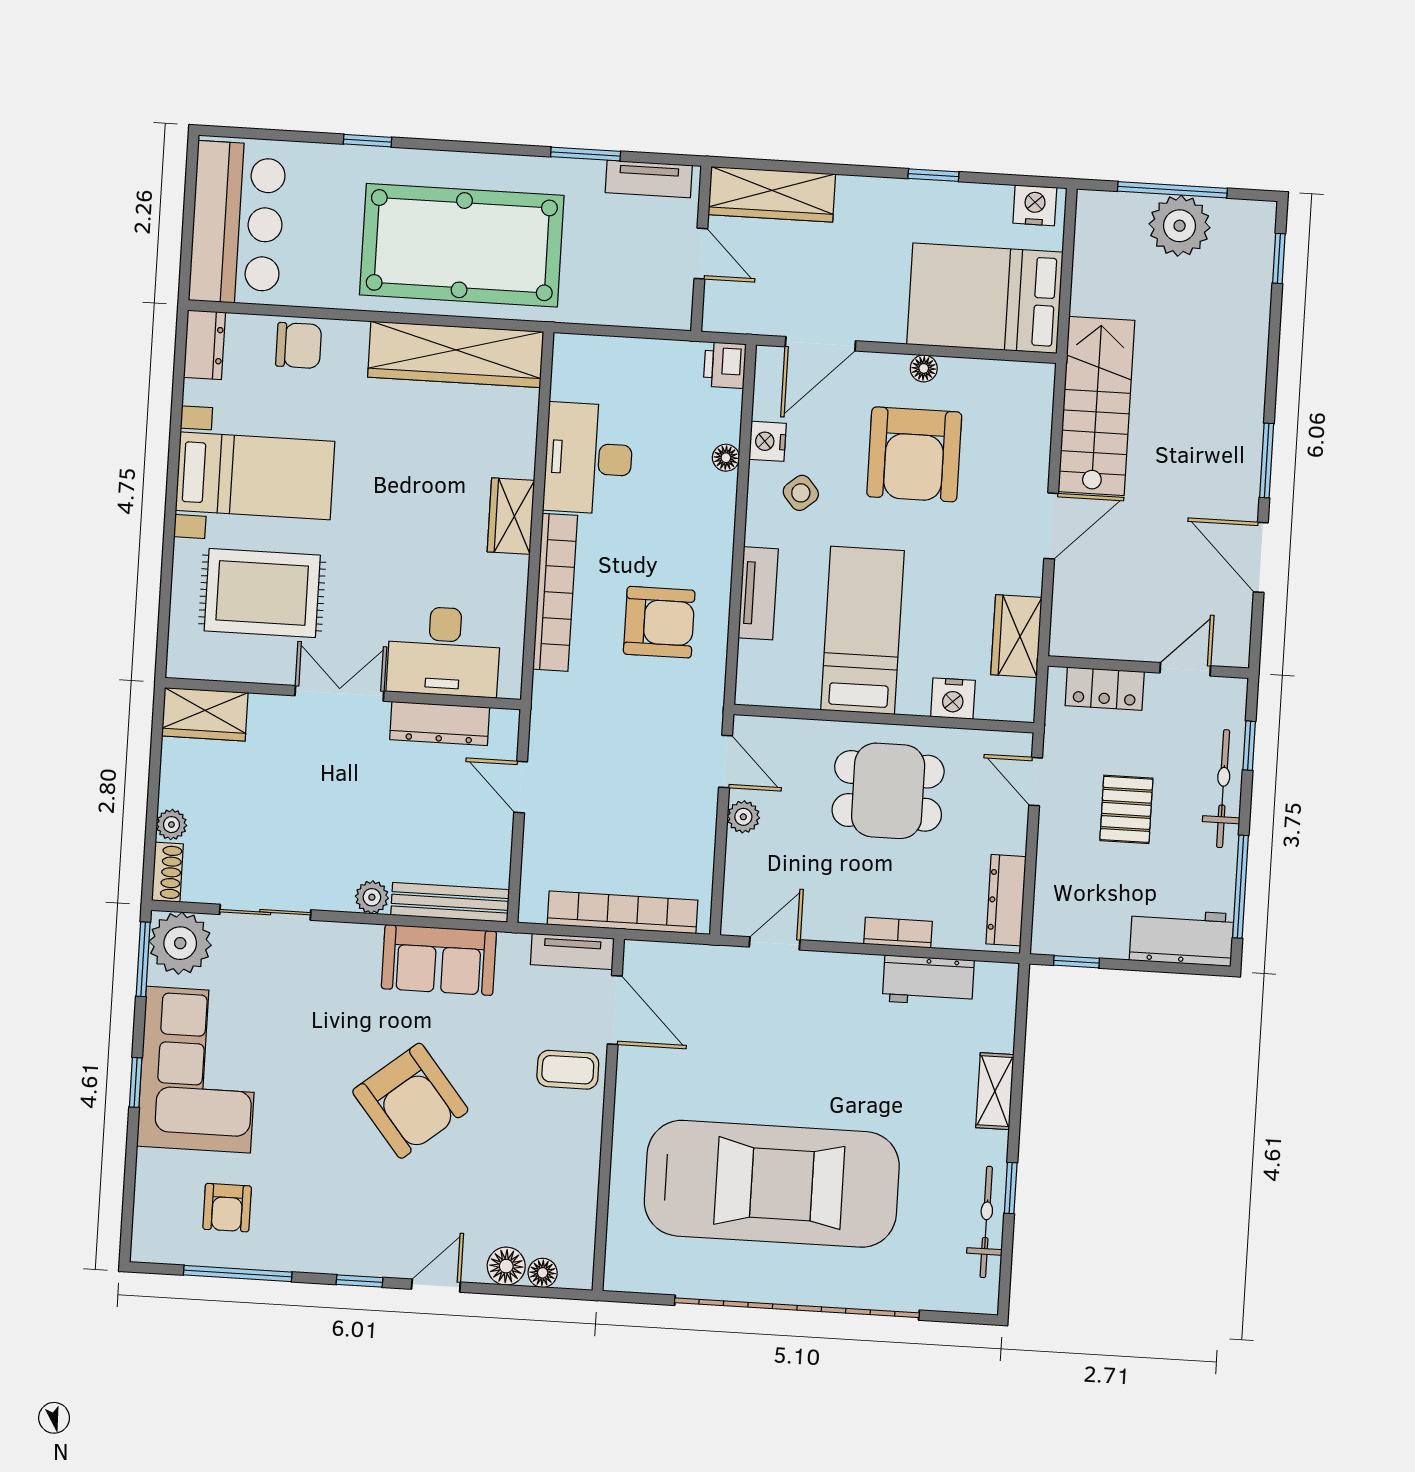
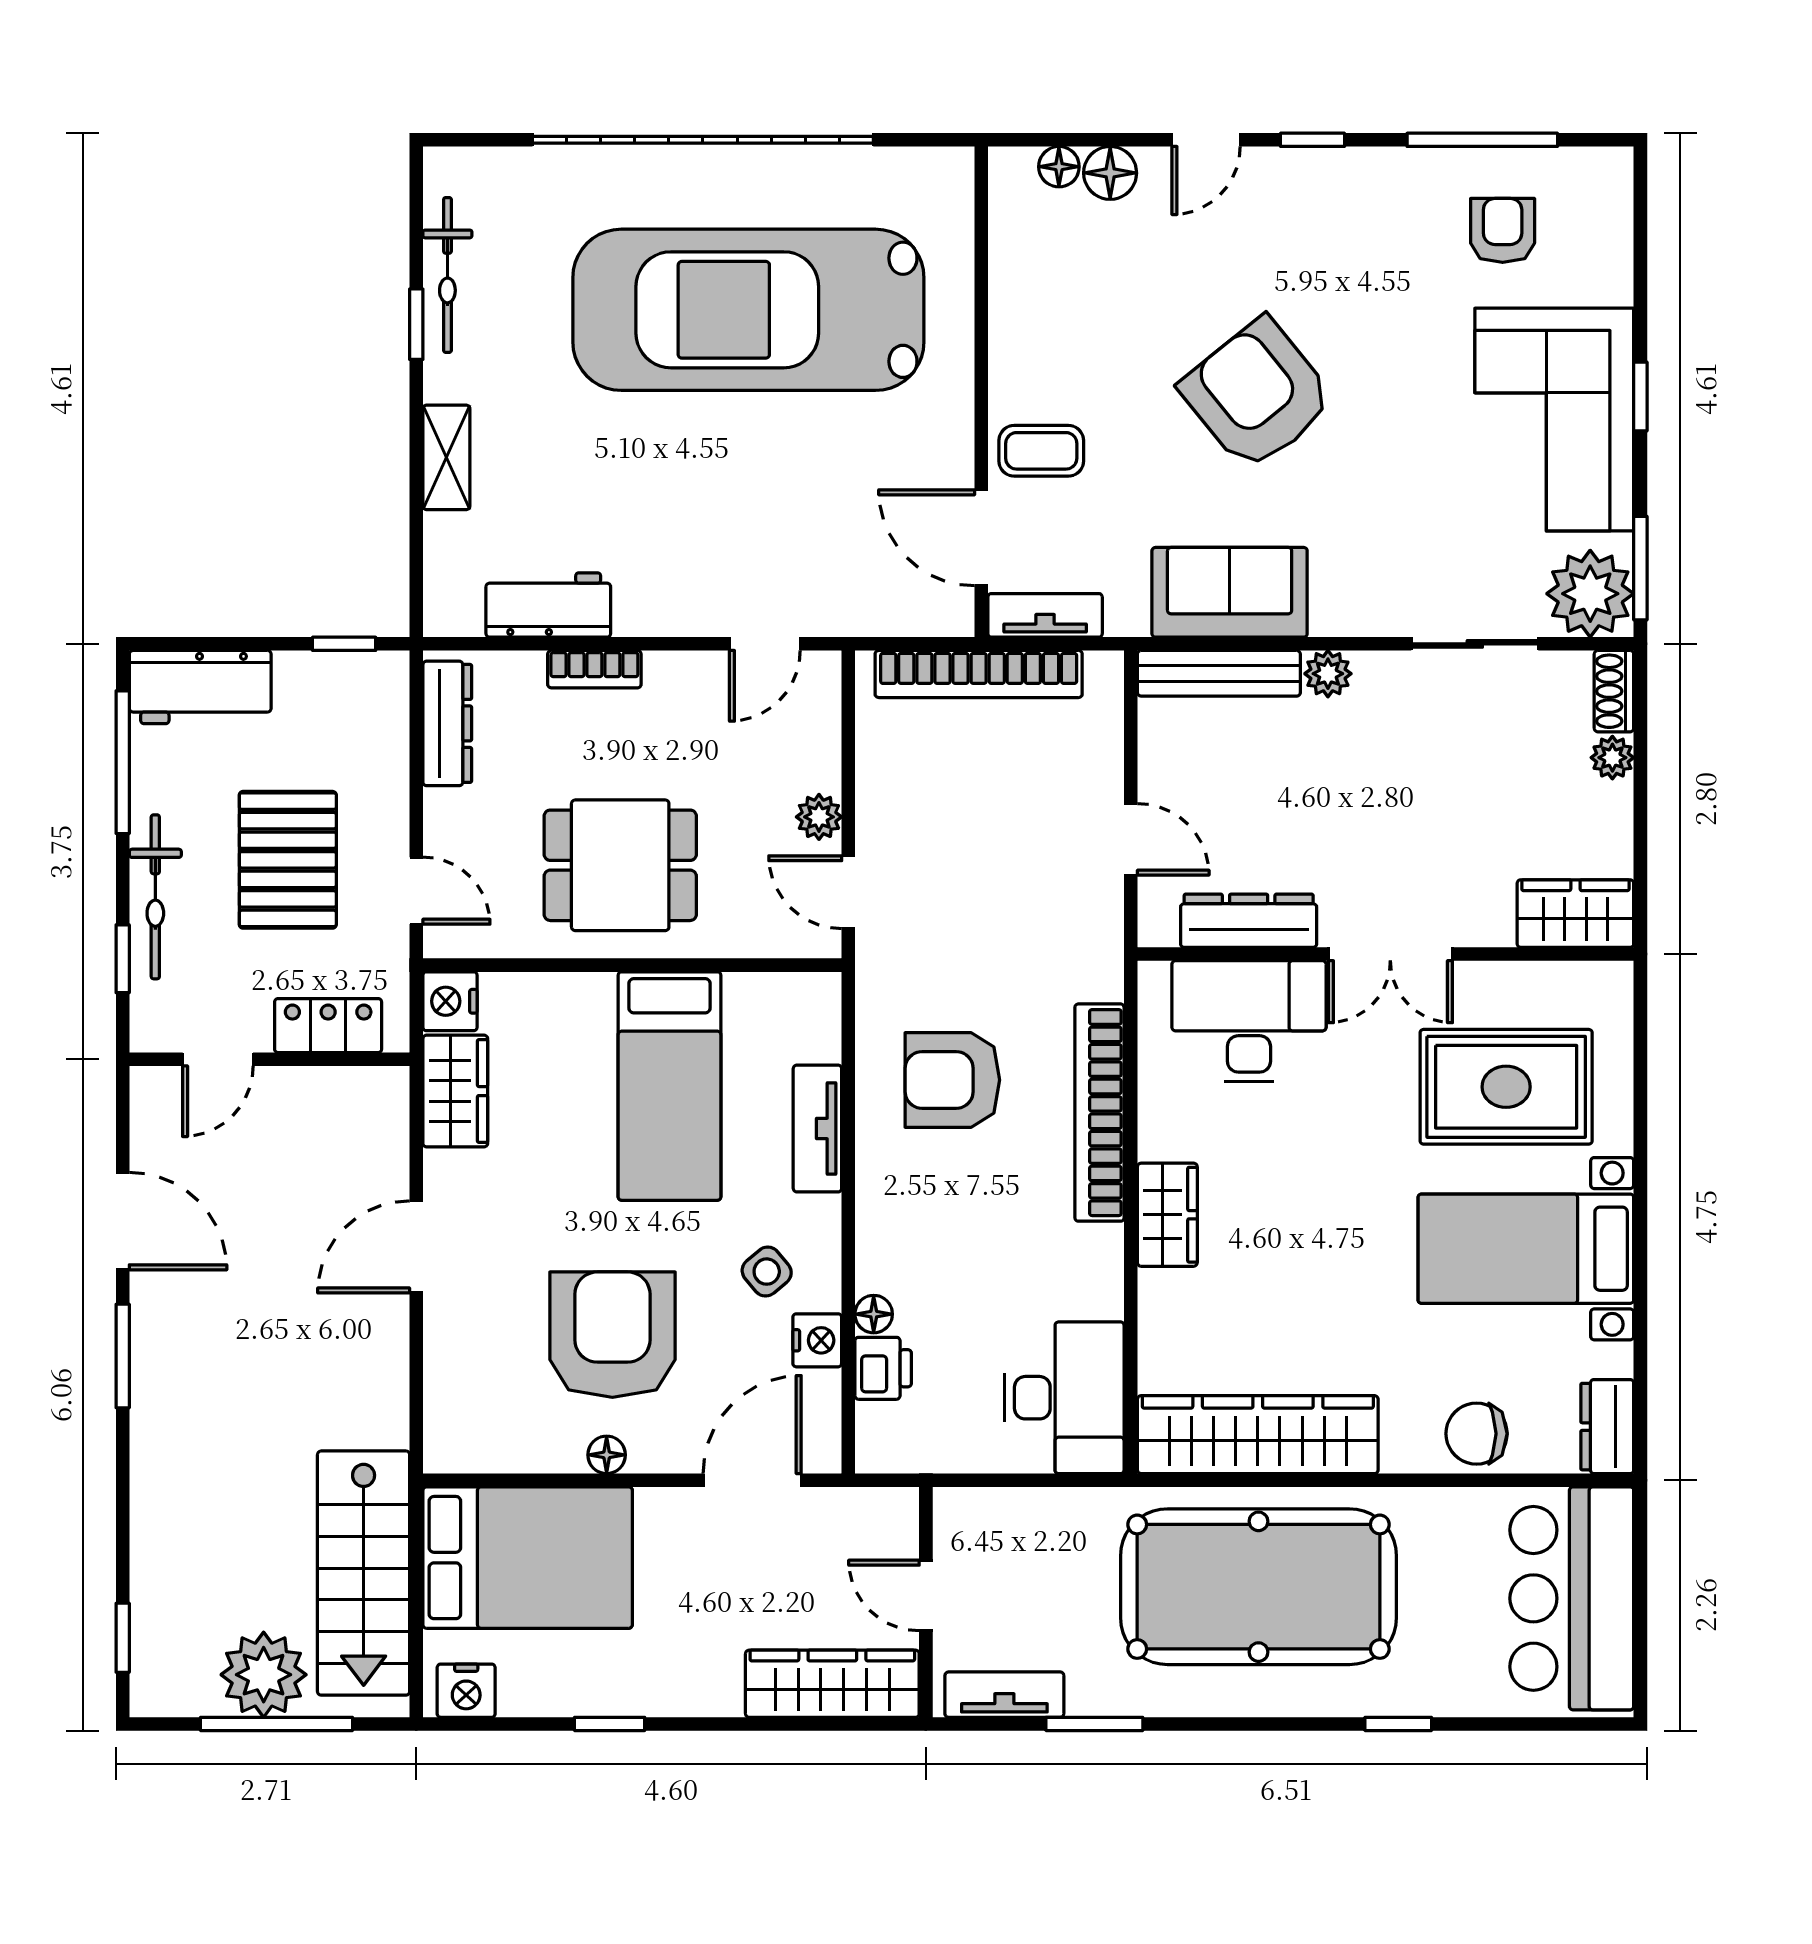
printer: (725, 365) -> (883, 1368), moved
stairs: (1096, 406) -> (364, 1573), moved
desk: (588, 458) -> (1065, 1398), moved
nightstand: (953, 699) -> (450, 1001), moved, turned -90
pallet: (1126, 809) -> (288, 860), width x1.50, depth x1.42

